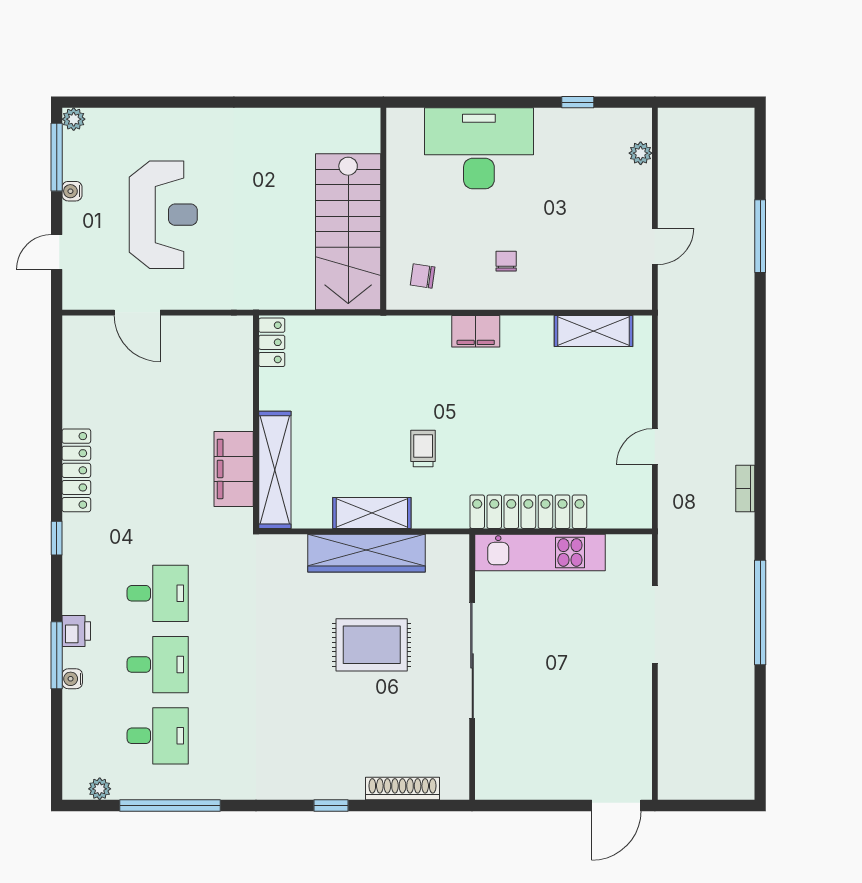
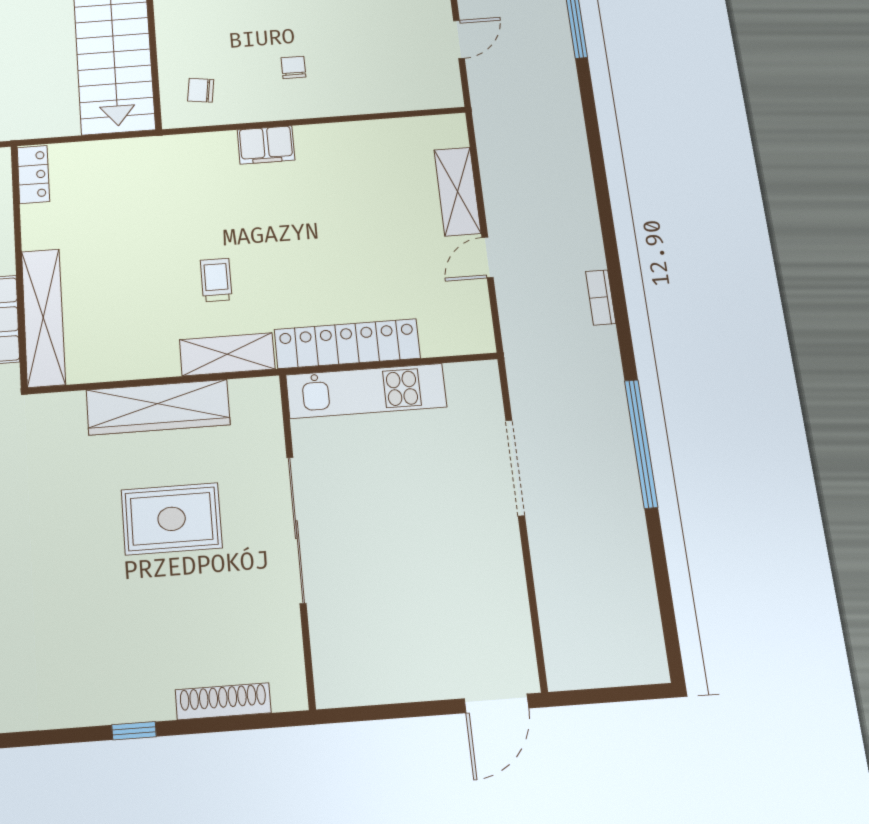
shelving: (593, 331) -> (457, 192), moved, turned 90
shelving: (372, 513) -> (227, 354), moved

